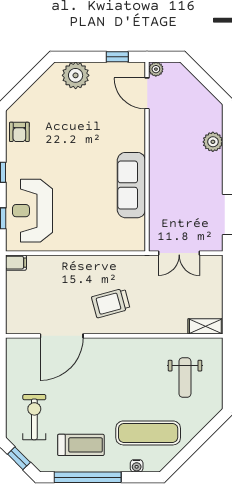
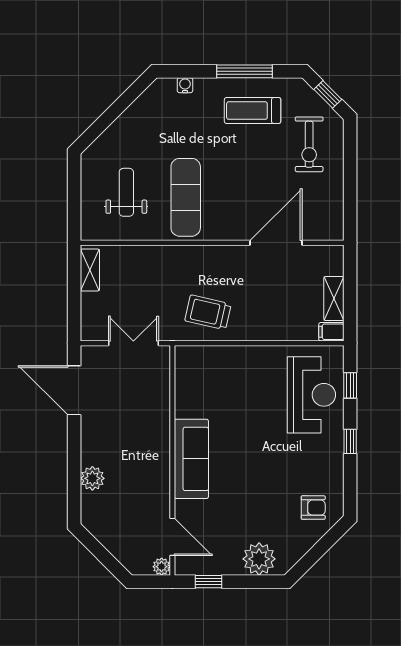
armchair: (19, 132) -> (313, 508), moved, turned 90
sofa: (131, 185) -> (191, 459), moved
shelving: (14, 290) -> (334, 299), added
trolley: (111, 303) -> (208, 312), moved, turned -152
shelving: (205, 326) -> (90, 270), moved, turned 90
exercise mat: (148, 433) -> (186, 197), moved, turned 90
window: (88, 477) -> (244, 71), width x0.68

